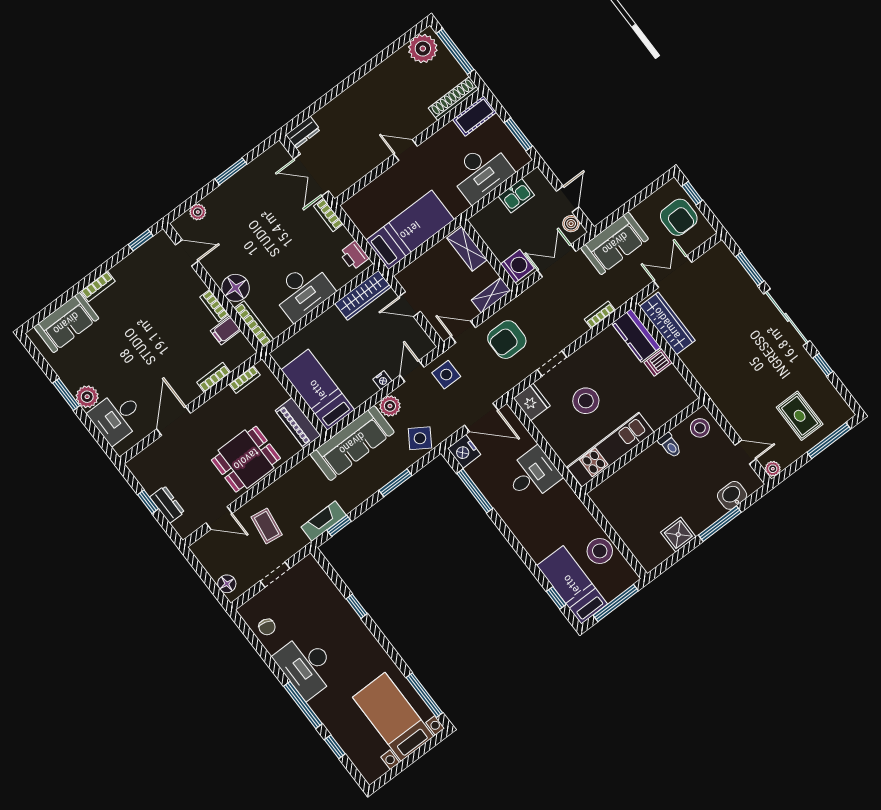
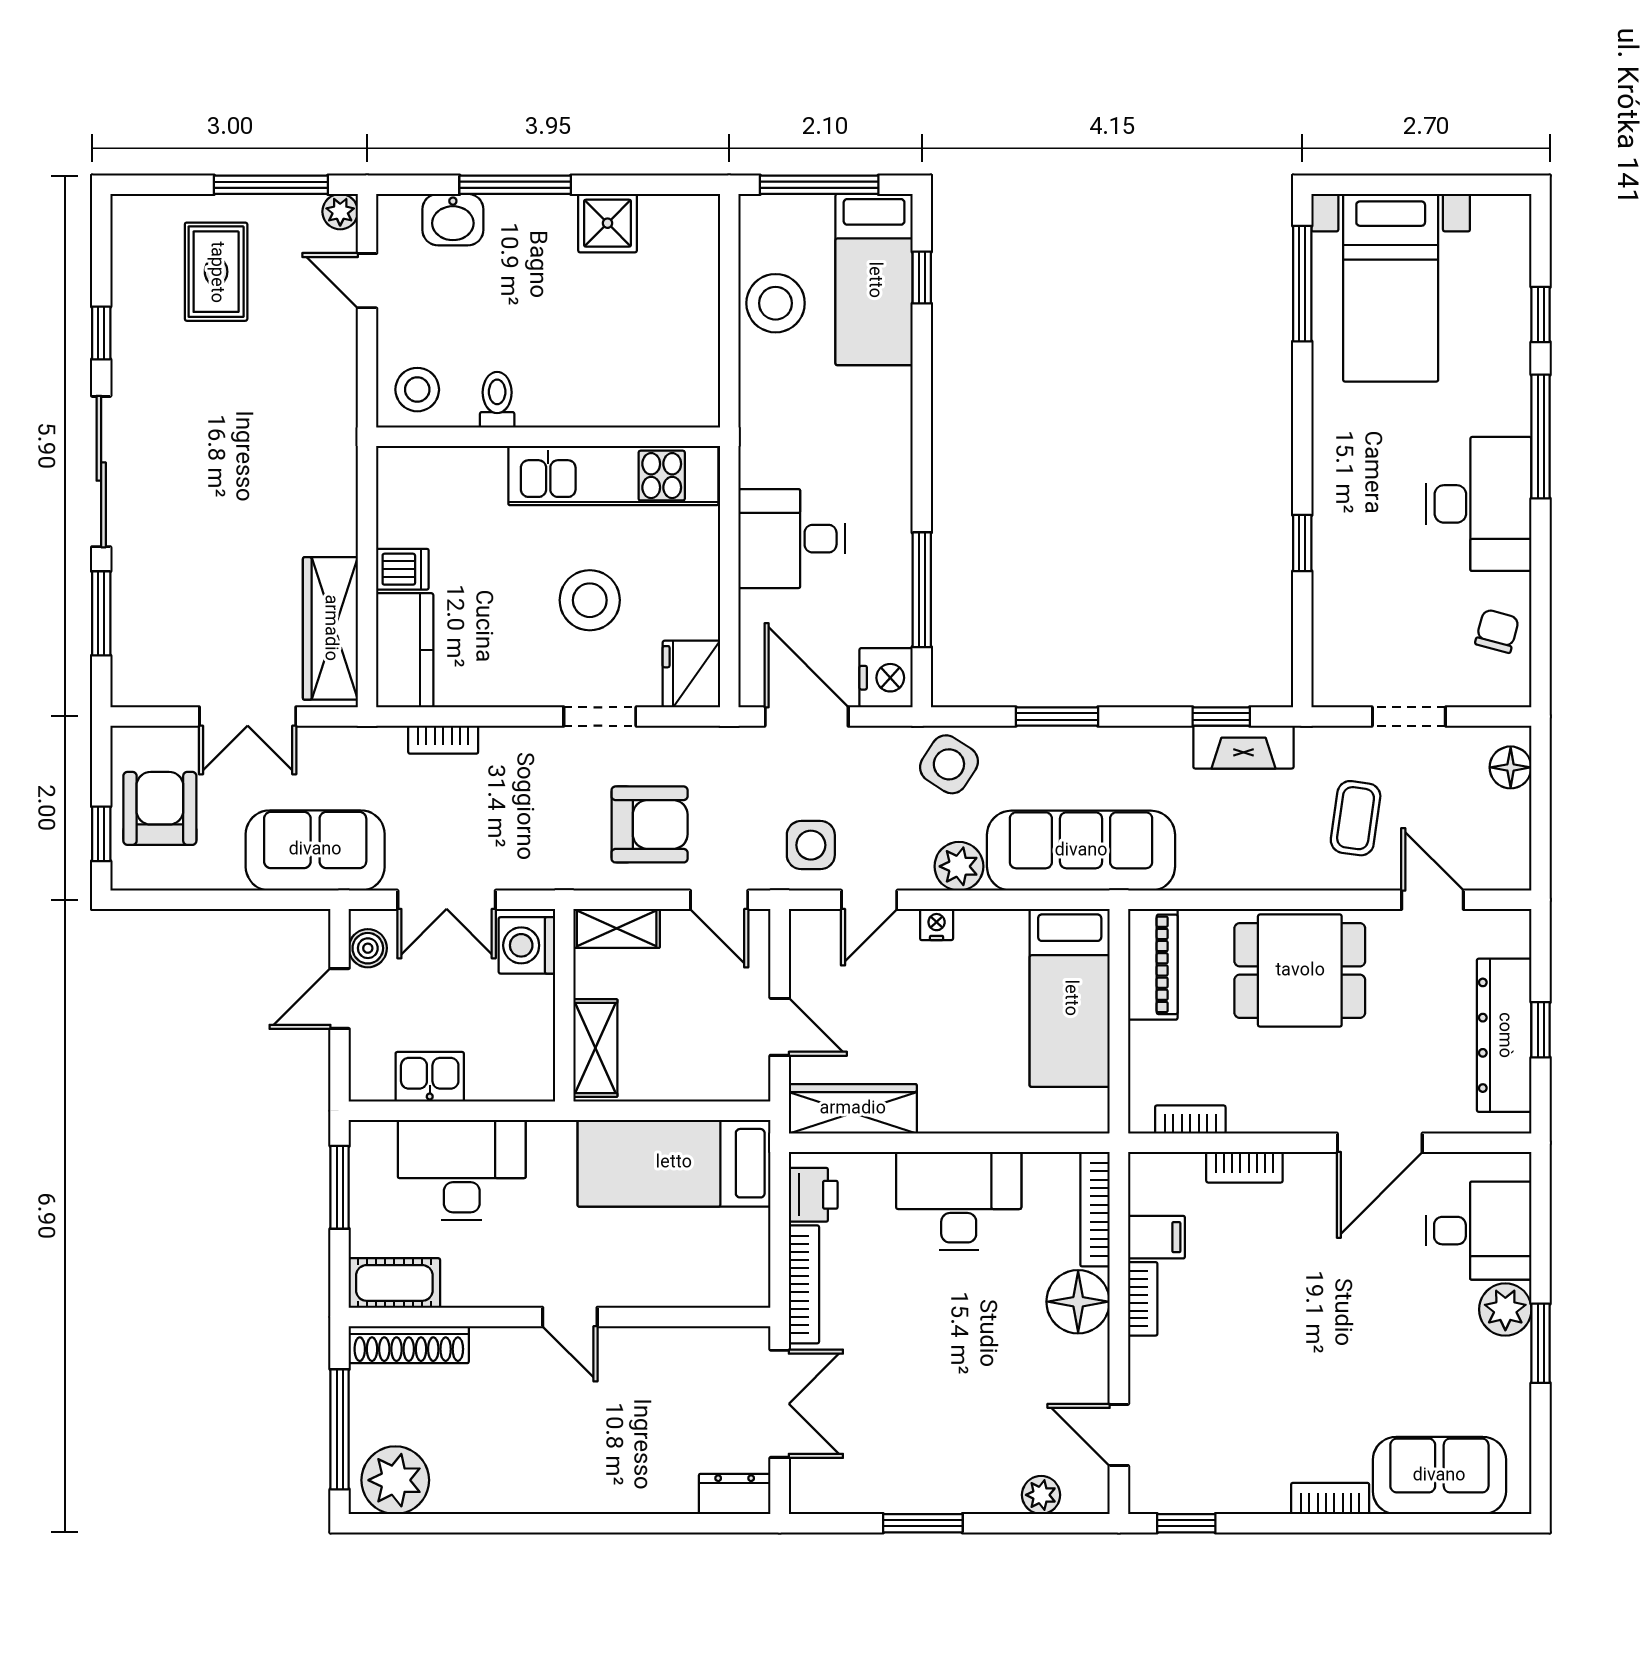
bookcase: (328, 215) -> (804, 1284), width x1.56
window: (829, 441) -> (271, 185), moved
dresser: (167, 505) -> (1504, 1035), width x1.96, depth x1.24

